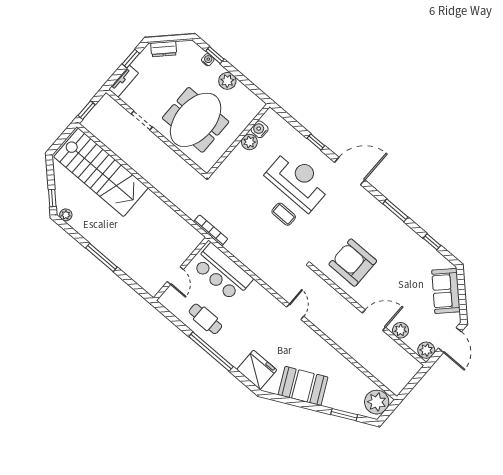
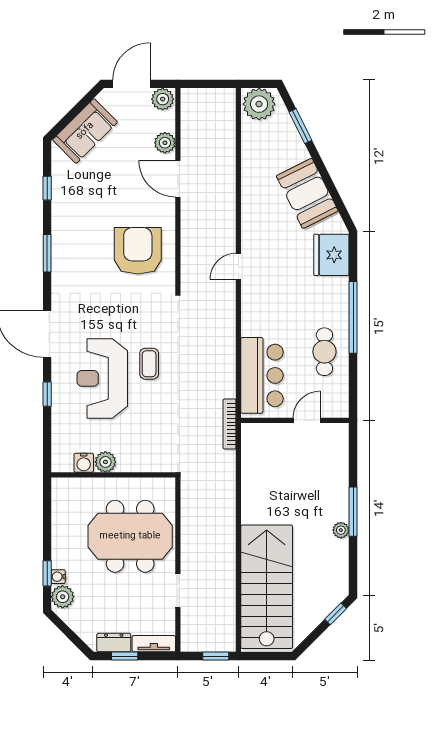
dresser: (164, 49) -> (114, 643), moved, turned -45
plant: (227, 81) -> (63, 597), moved
plant: (66, 215) -> (341, 530), moved
armchair: (353, 263) -> (138, 251), turned 180

